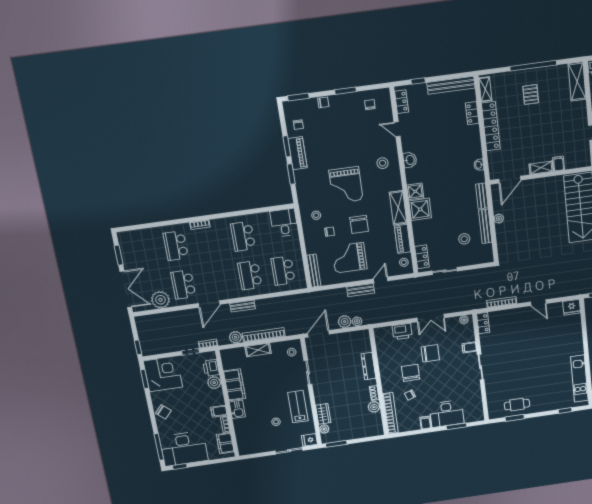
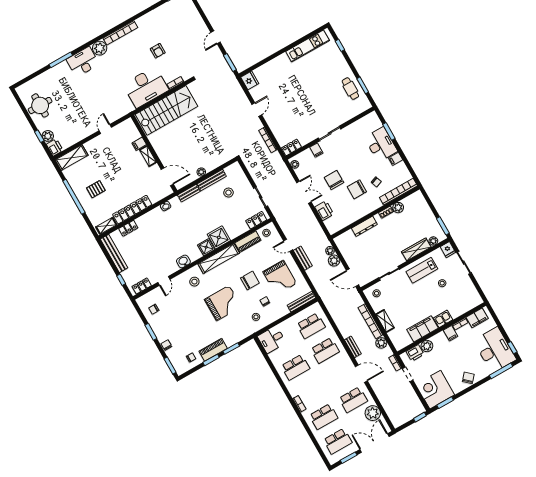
shelving: (398, 208) -> (219, 258), width x1.47
school desk: (142, 250) -> (338, 441), added
wardrobe: (323, 414) -> (416, 249), width x1.50

